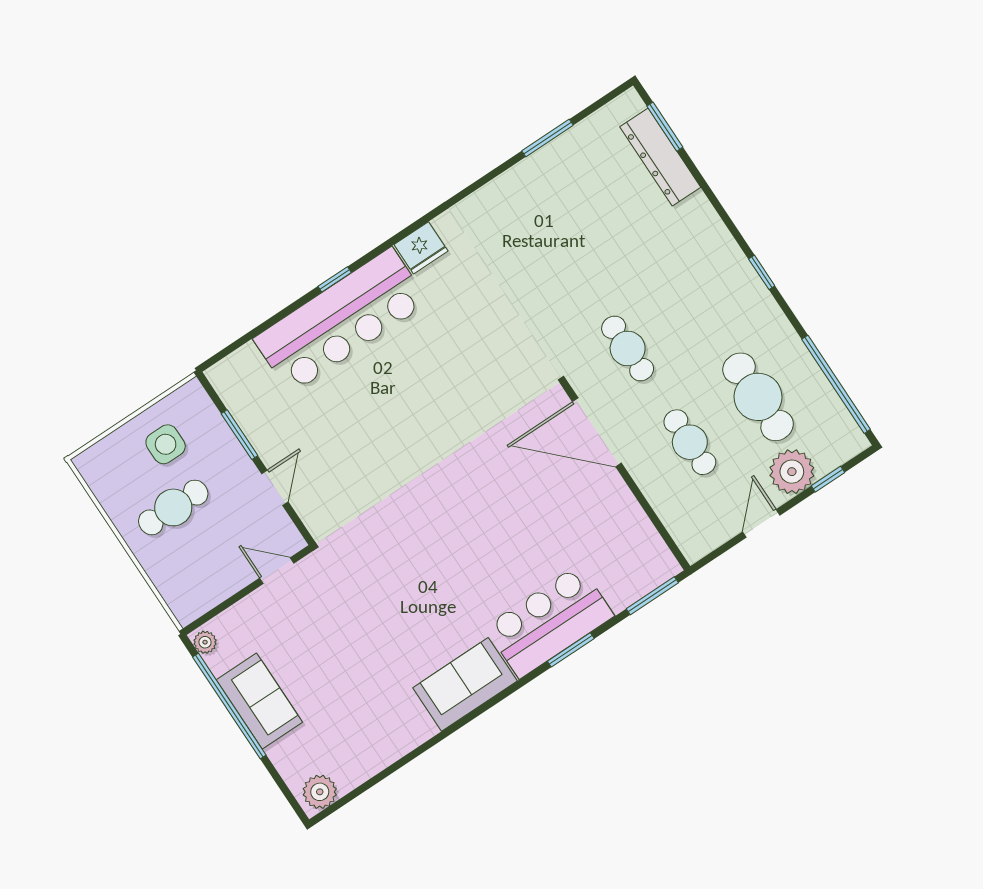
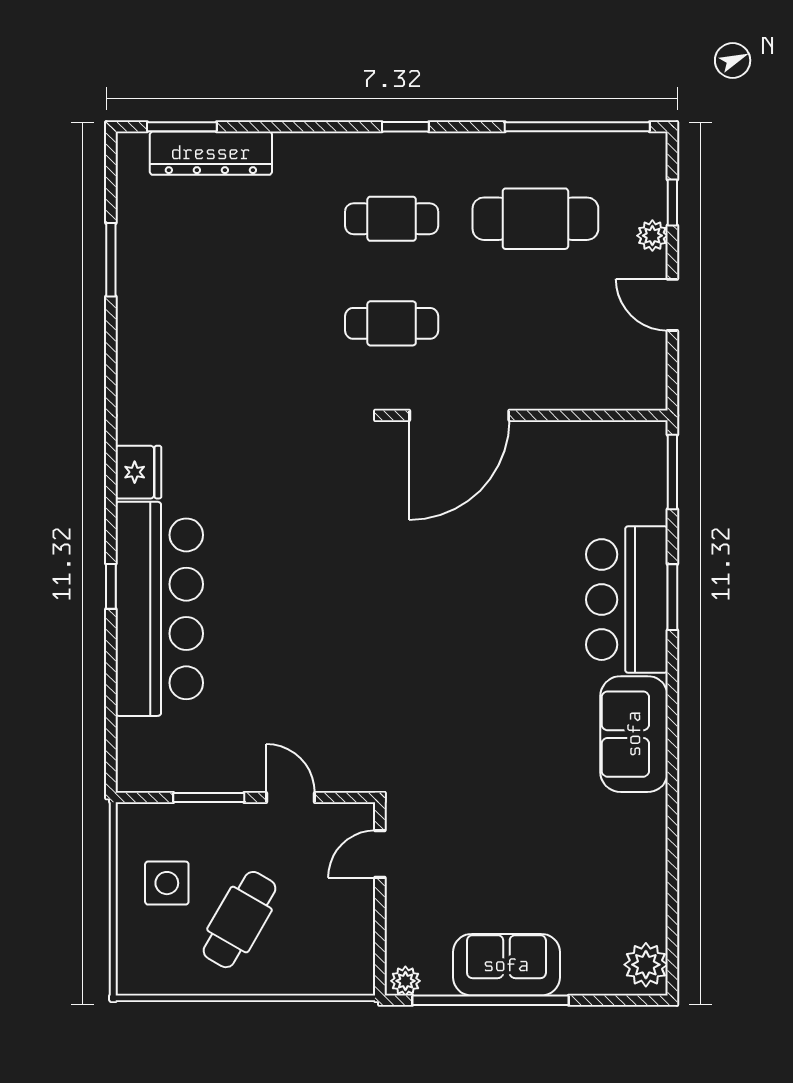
cafe table: (690, 442) -> (392, 219), moved
plant: (792, 472) -> (652, 236), width x0.53, depth x0.53
cafe table: (173, 507) -> (240, 920), turned 30

